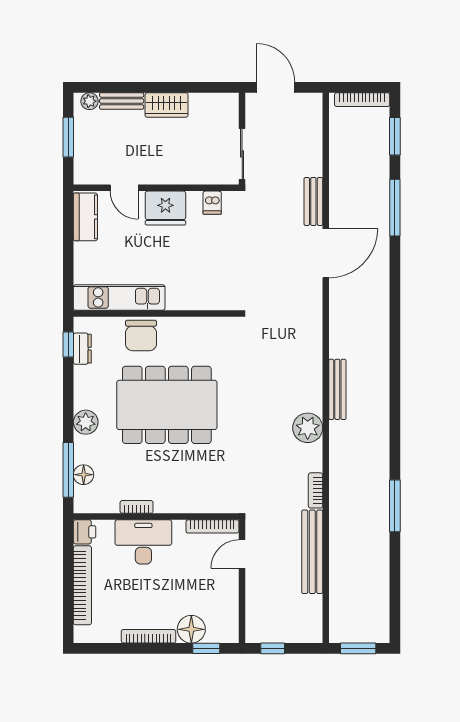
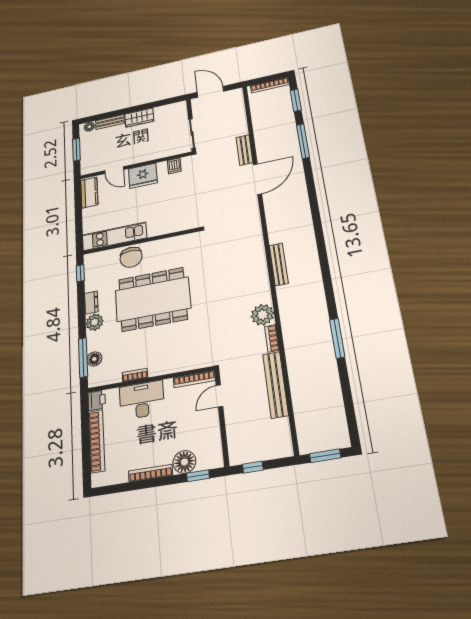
dresser: (82, 349) -> (91, 303), moved
plant: (308, 428) -> (262, 315), moved

